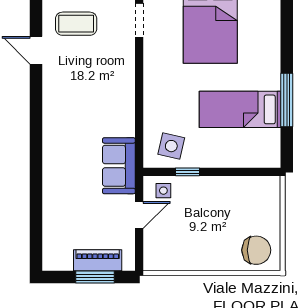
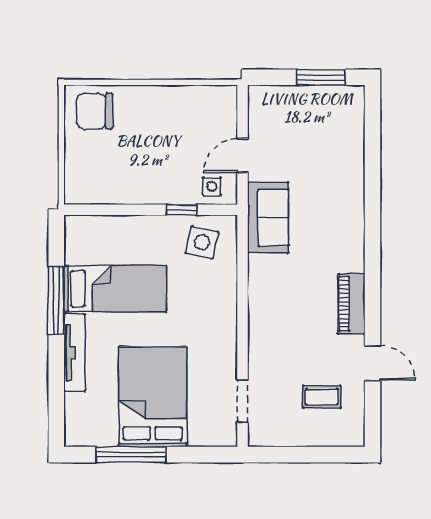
coffee table: (76, 24) -> (322, 397), width x0.73, depth x0.77
tv unit: (272, 59) -> (75, 353), added
piano: (98, 260) -> (351, 304), moved, turned 90
window: (95, 277) -> (321, 77), moved

